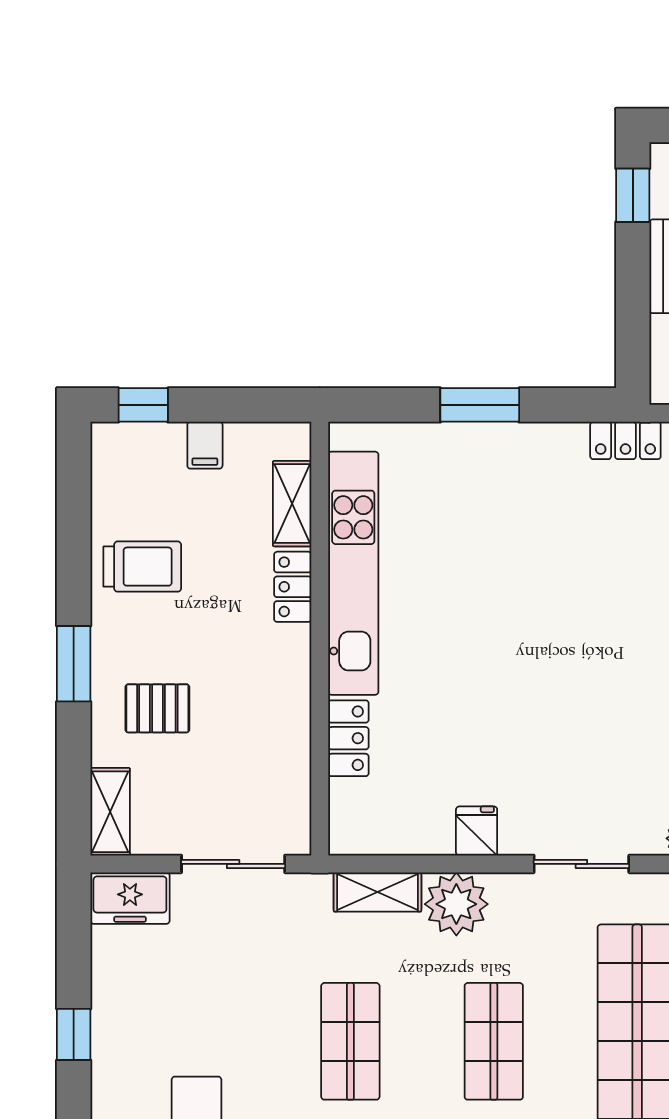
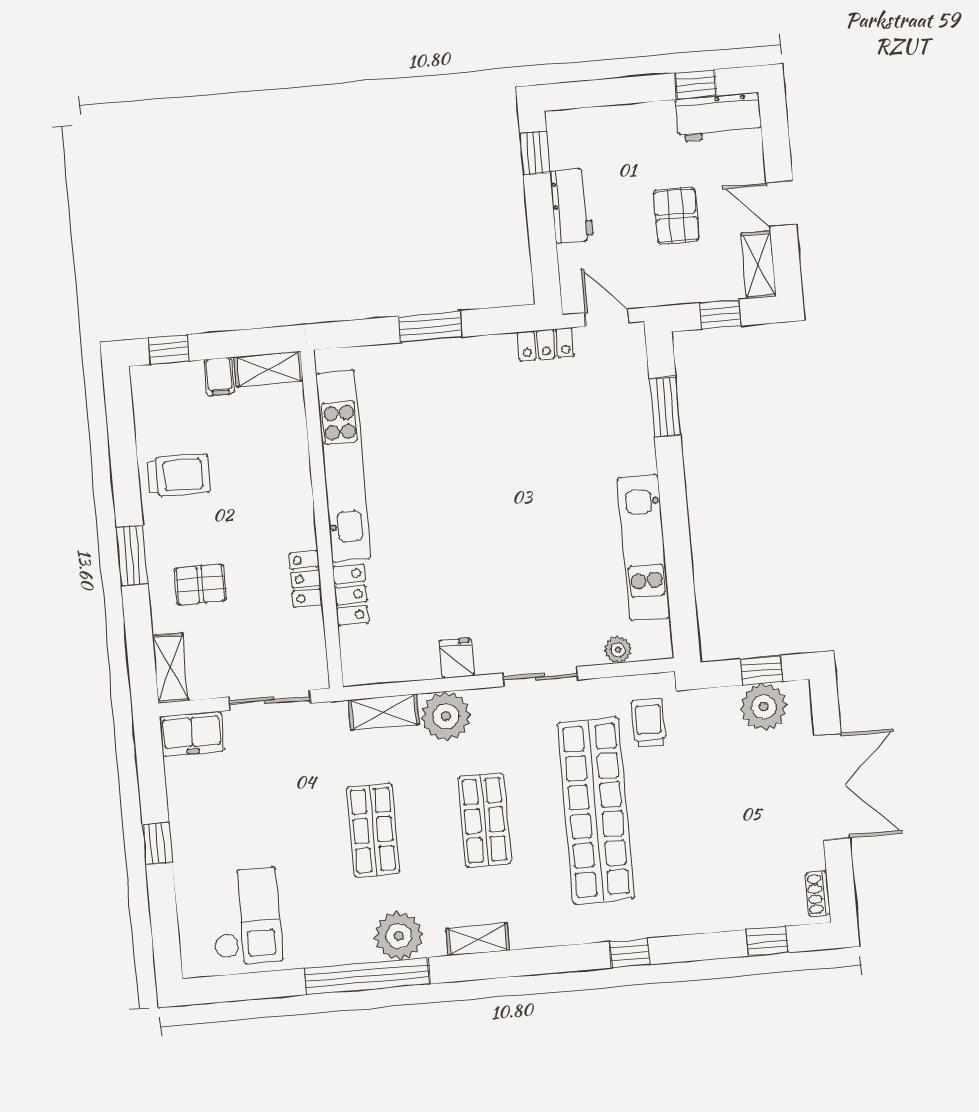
shelving: (292, 504) -> (269, 369), moved, turned 90
locker: (293, 587) -> (306, 579), moved

